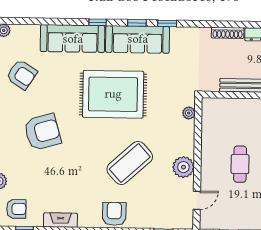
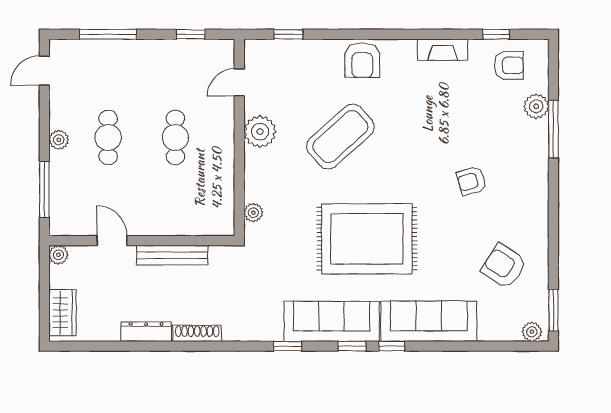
window: (137, 23) -> (352, 346), moved
armchair: (42, 132) -> (471, 181), width x0.53, depth x0.53
armchair: (16, 209) -> (509, 65), turned 180

